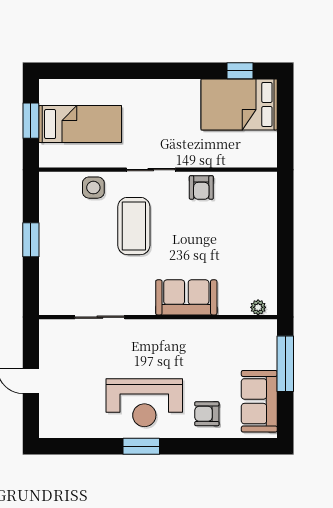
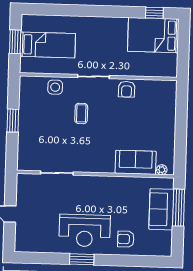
coffee table: (134, 226) -> (81, 113), width x0.54, depth x0.58
sofa: (186, 297) -> (136, 162), moved
sofa: (259, 401) -> (161, 209), moved

